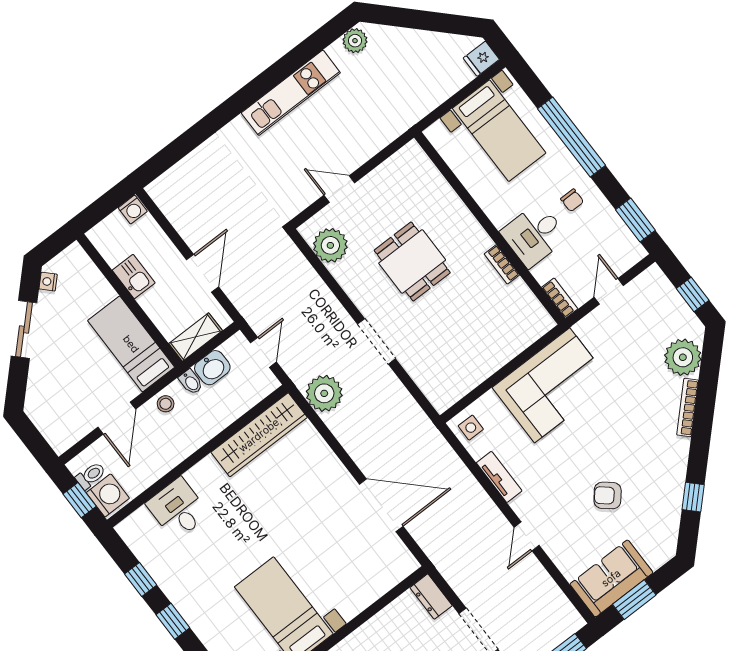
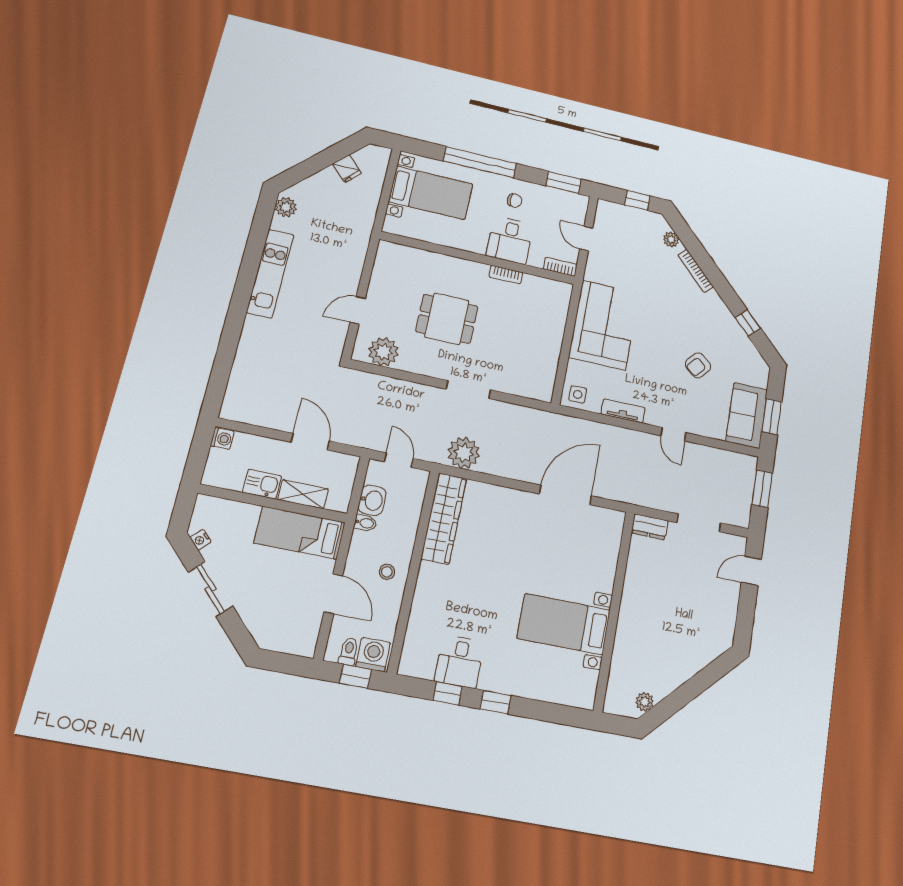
fridge: (481, 59) -> (347, 169), moved, turned -45
shelving: (195, 337) -> (303, 494), moved, turned 90
plant: (683, 357) -> (671, 239), width x0.53, depth x0.53
stool: (166, 404) -> (387, 572), moved
desk: (178, 509) -> (459, 662), moved, turned -90

